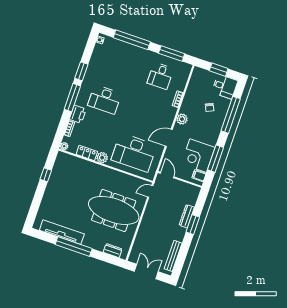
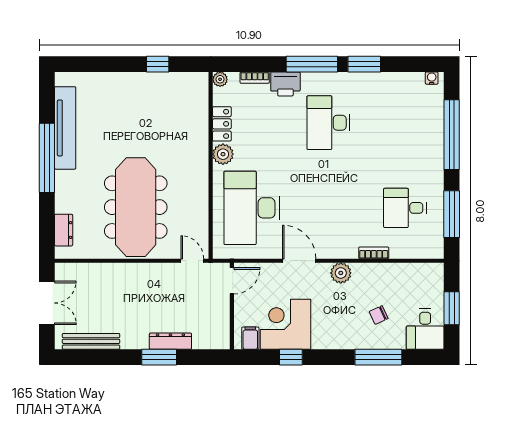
window: (231, 115) -> (378, 357), width x0.68
window: (216, 159) -> (291, 357), width x0.46

